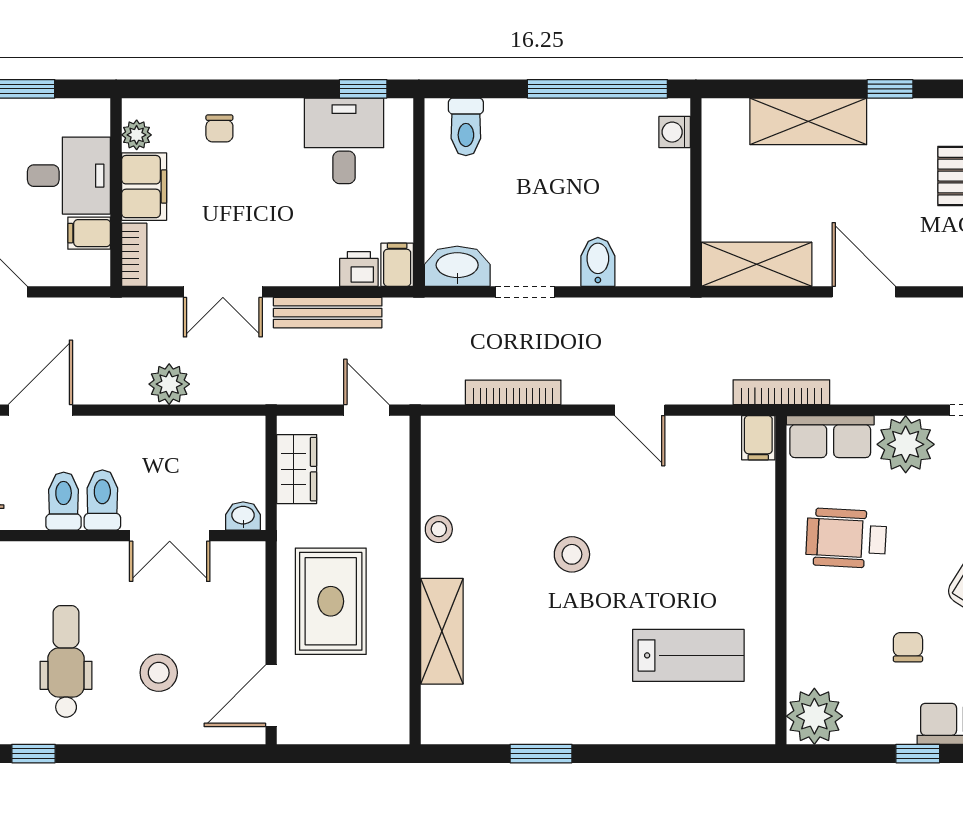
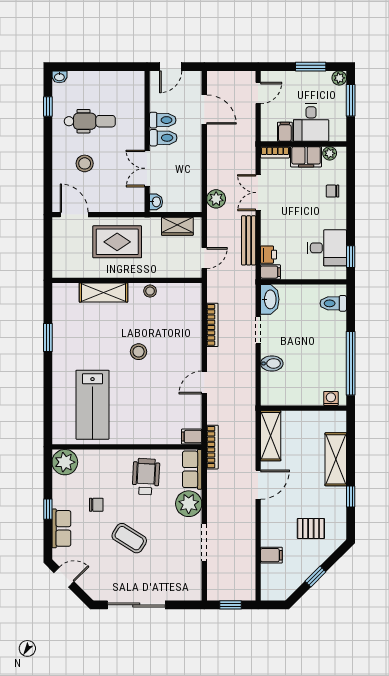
plant: (169, 384) -> (216, 199), moved
lab bench: (688, 655) -> (93, 405), width x1.36, depth x1.39

